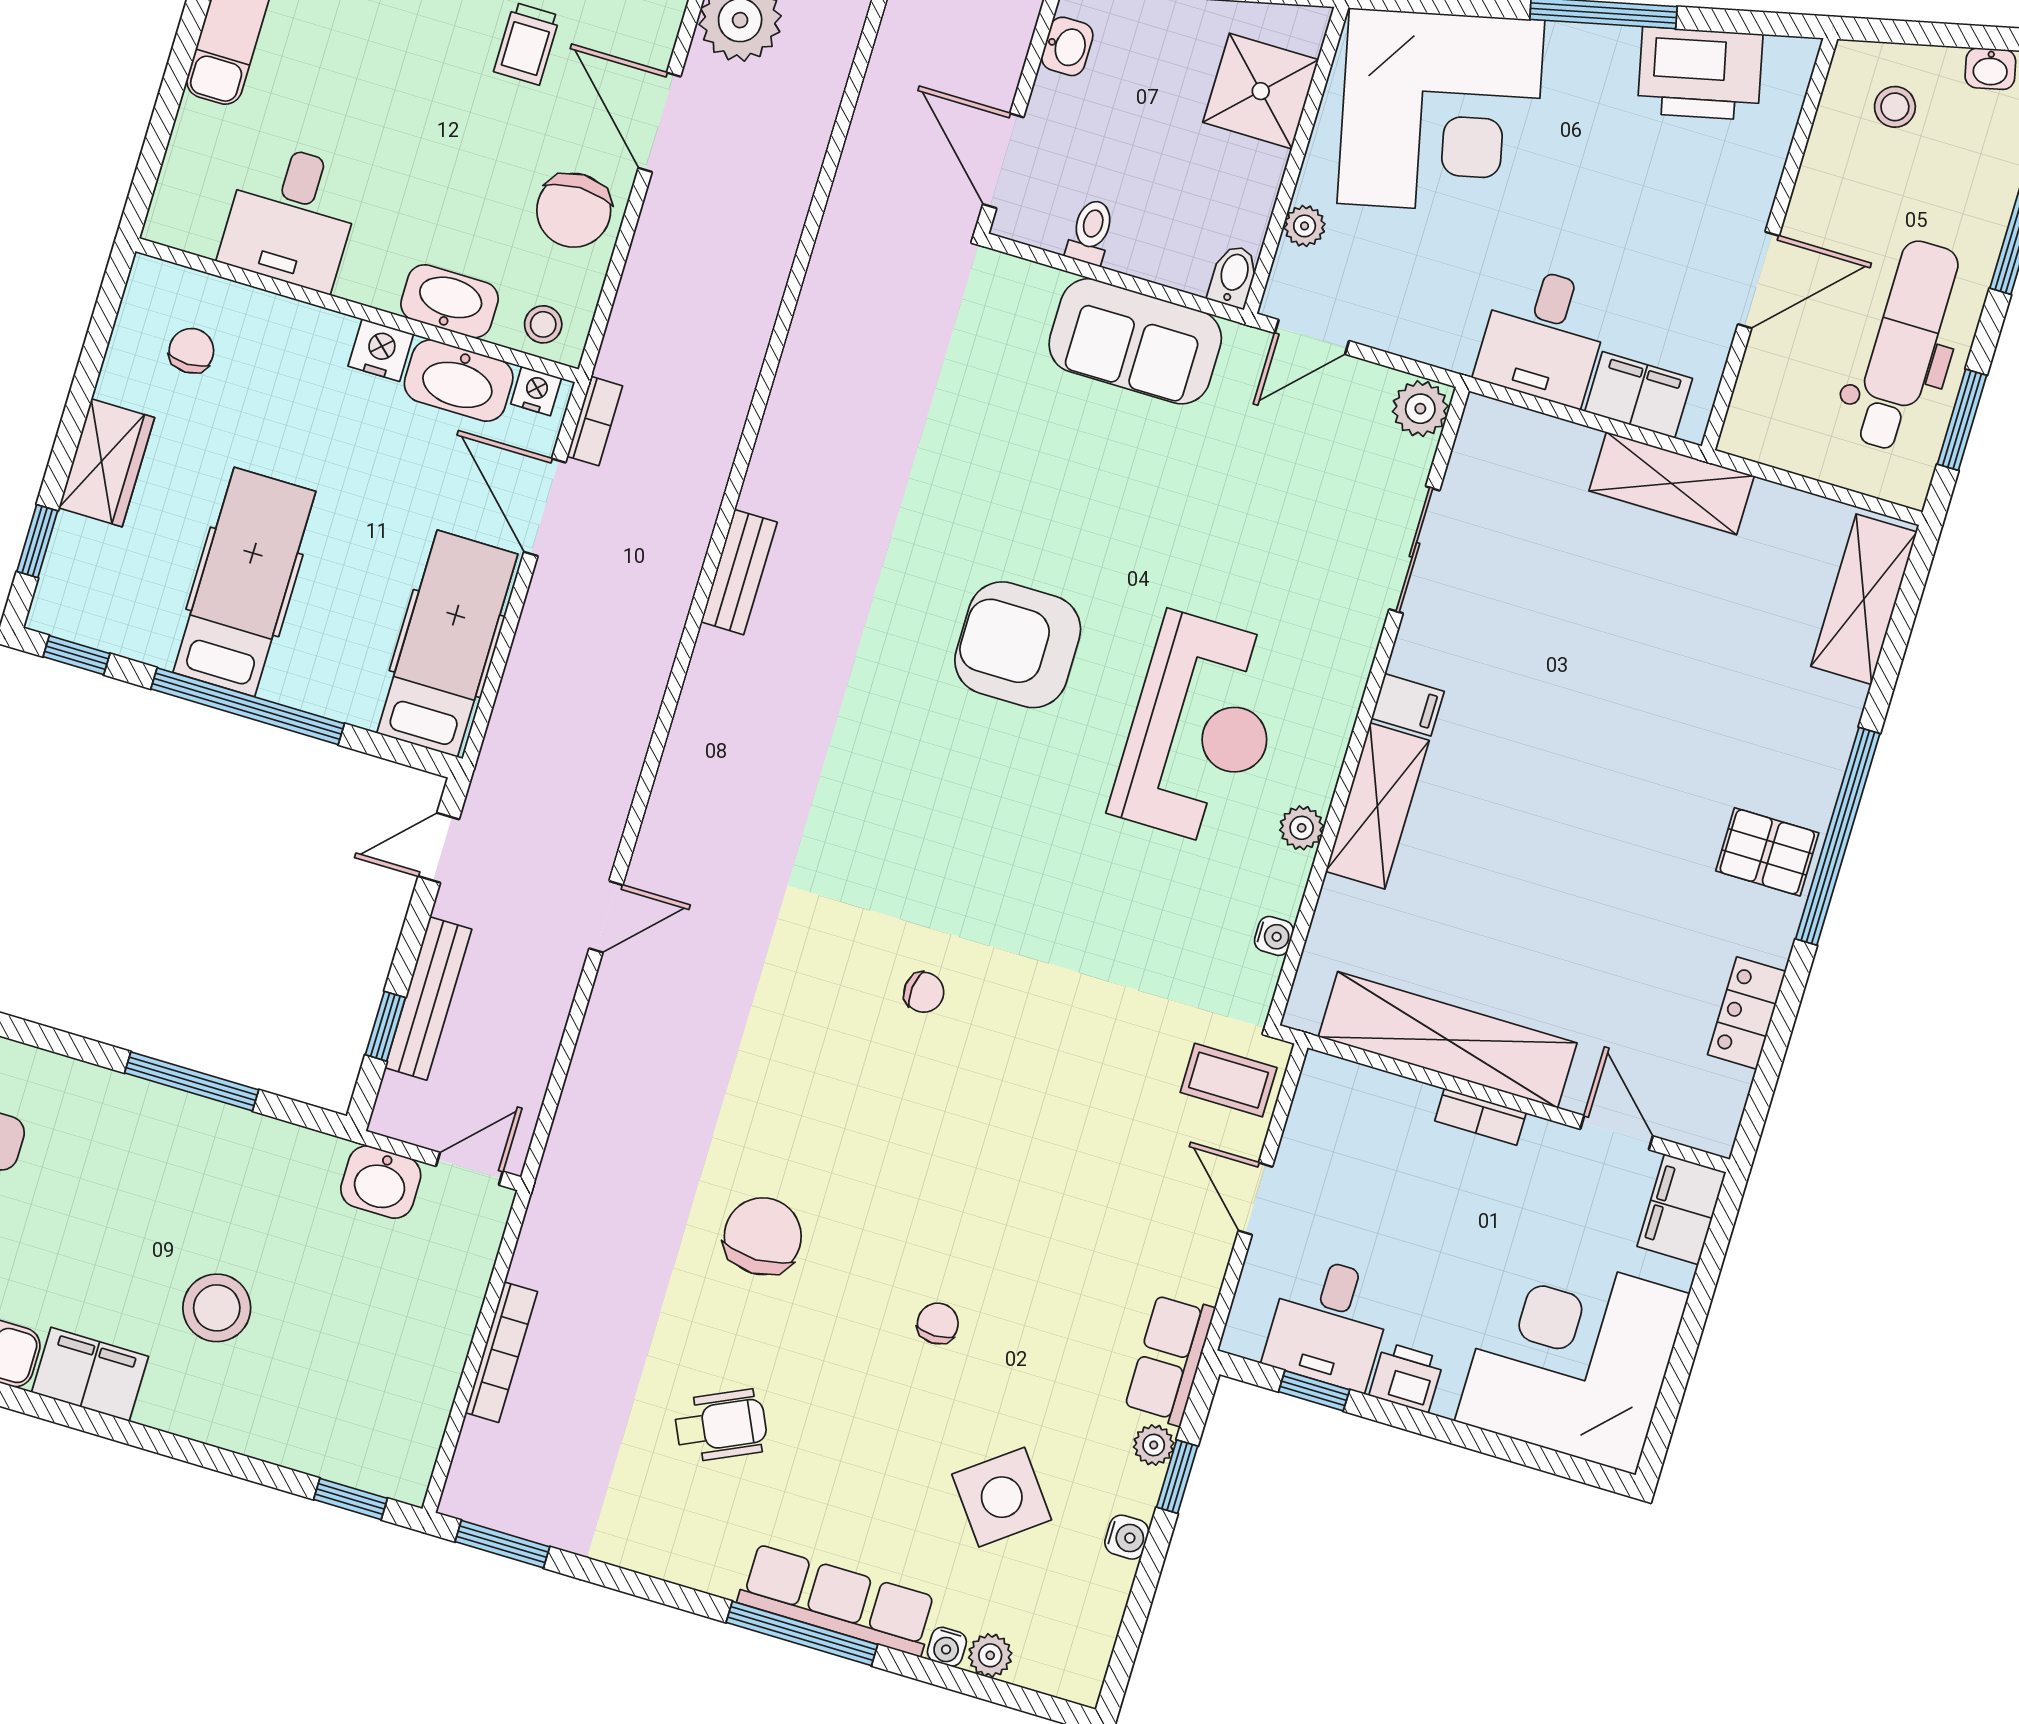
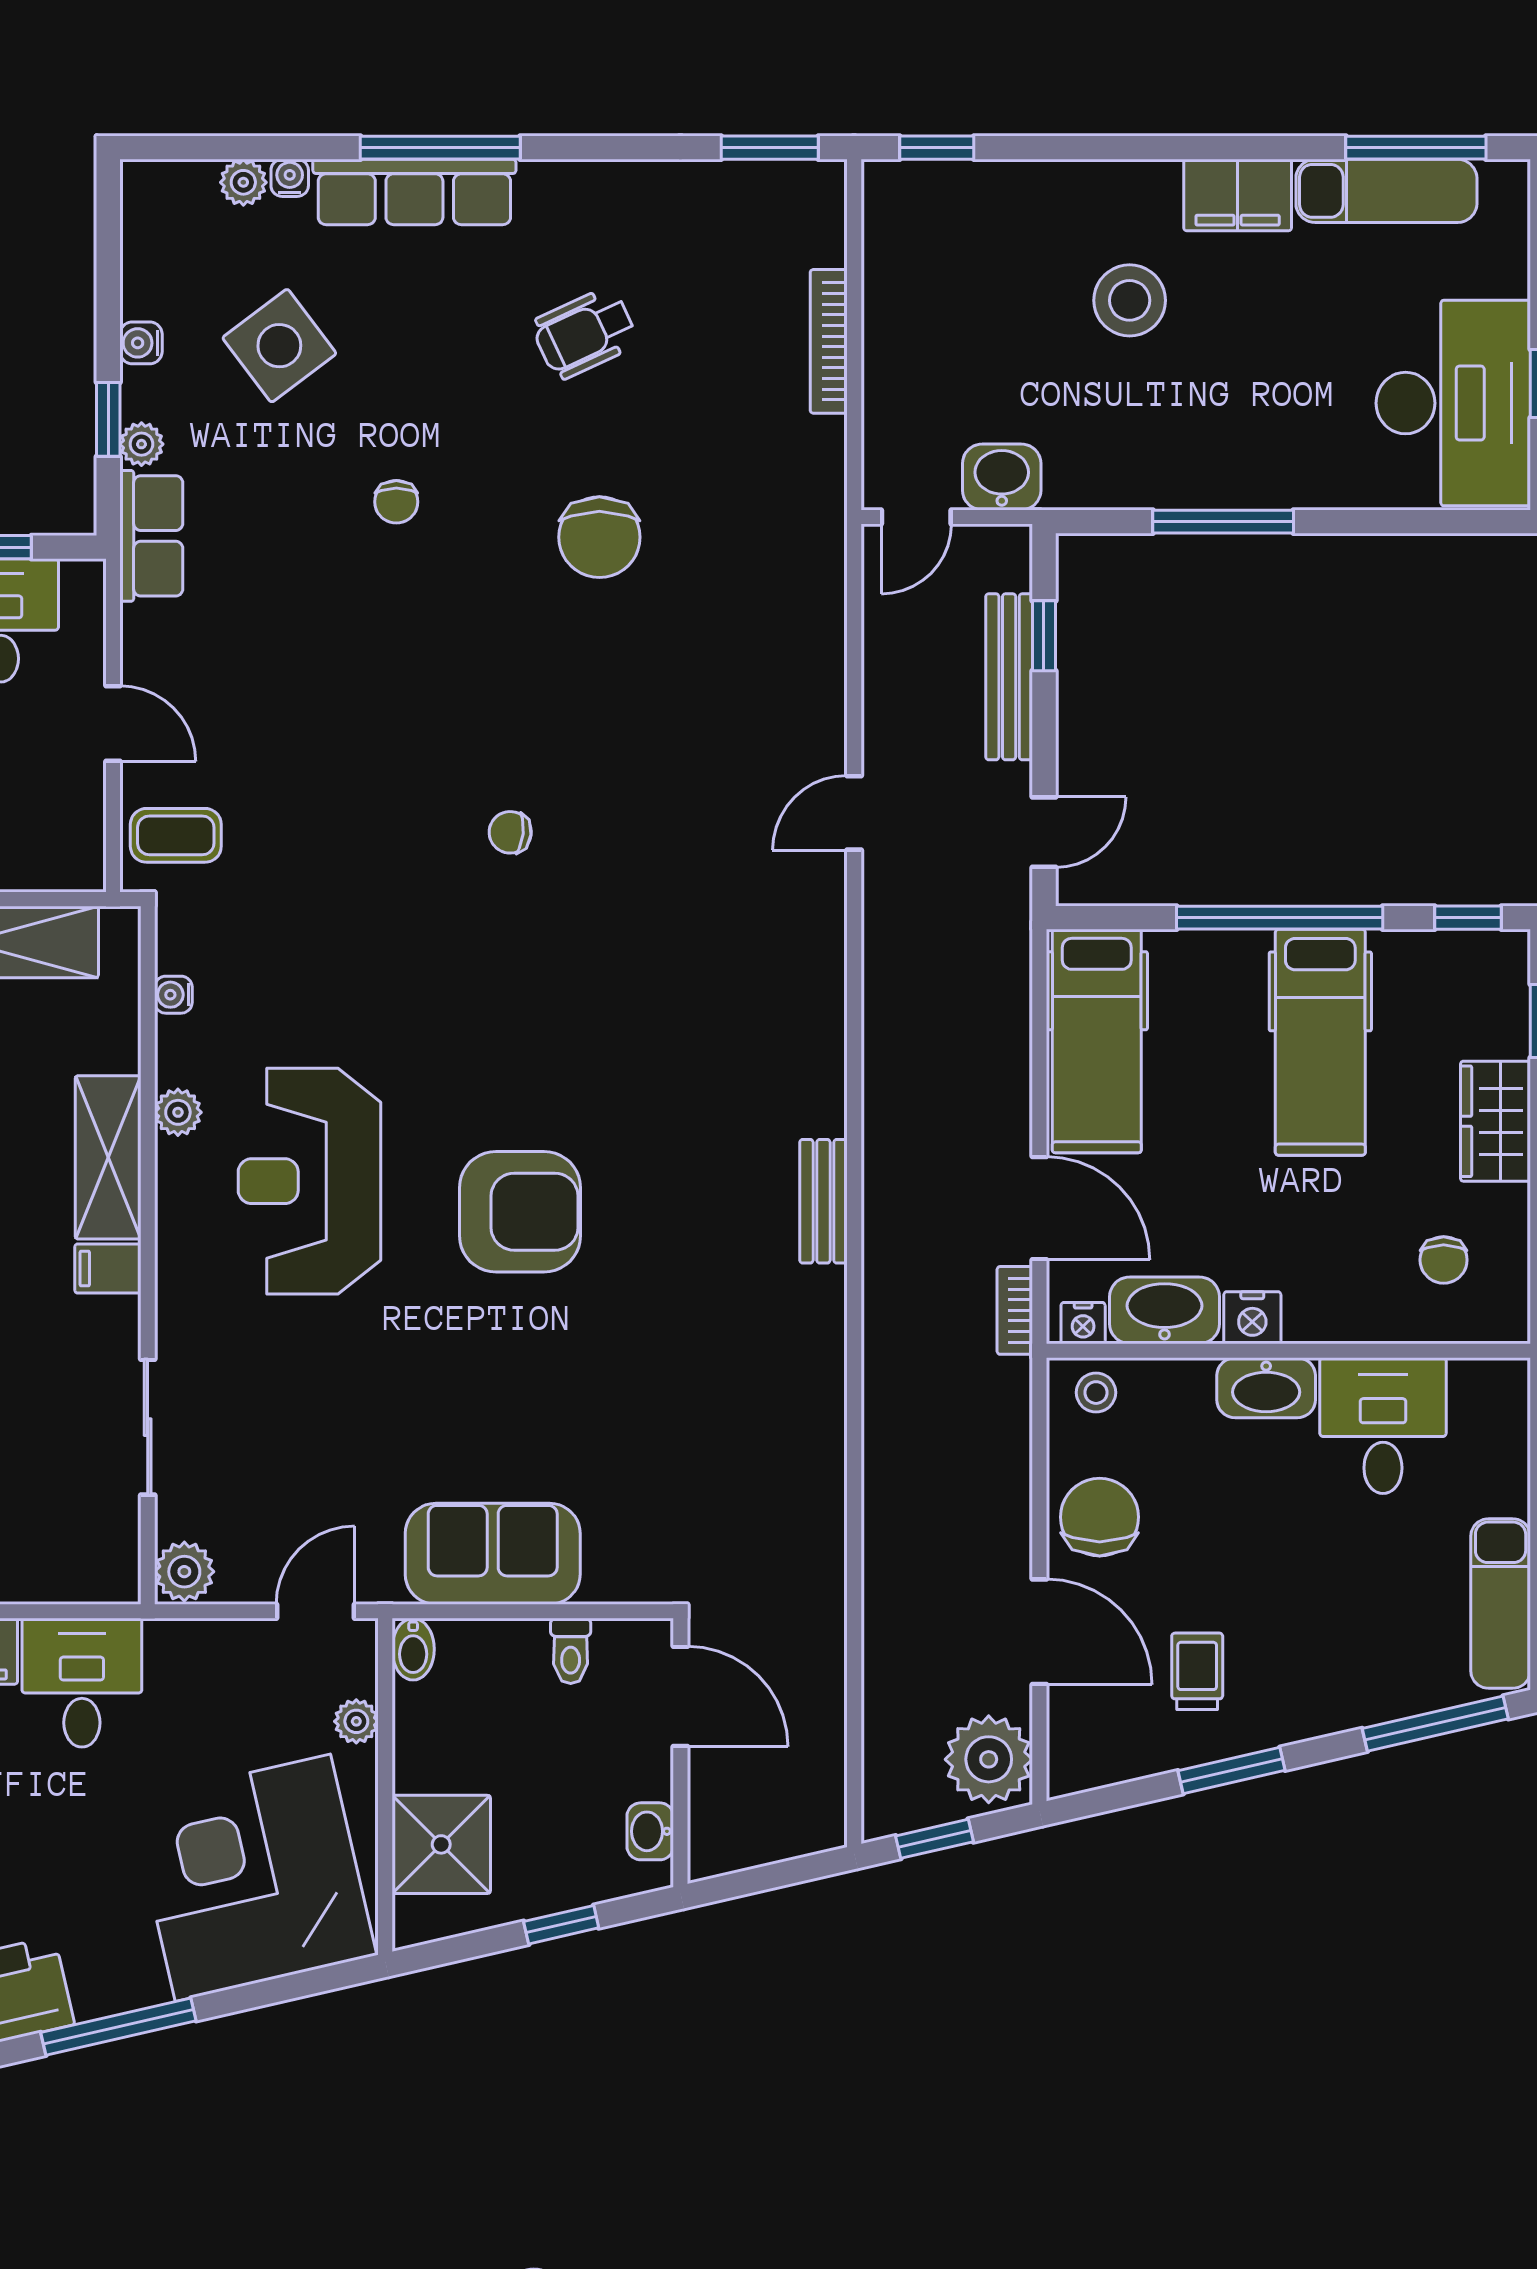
washbasin: (450, 301) -> (1266, 1388), moved

